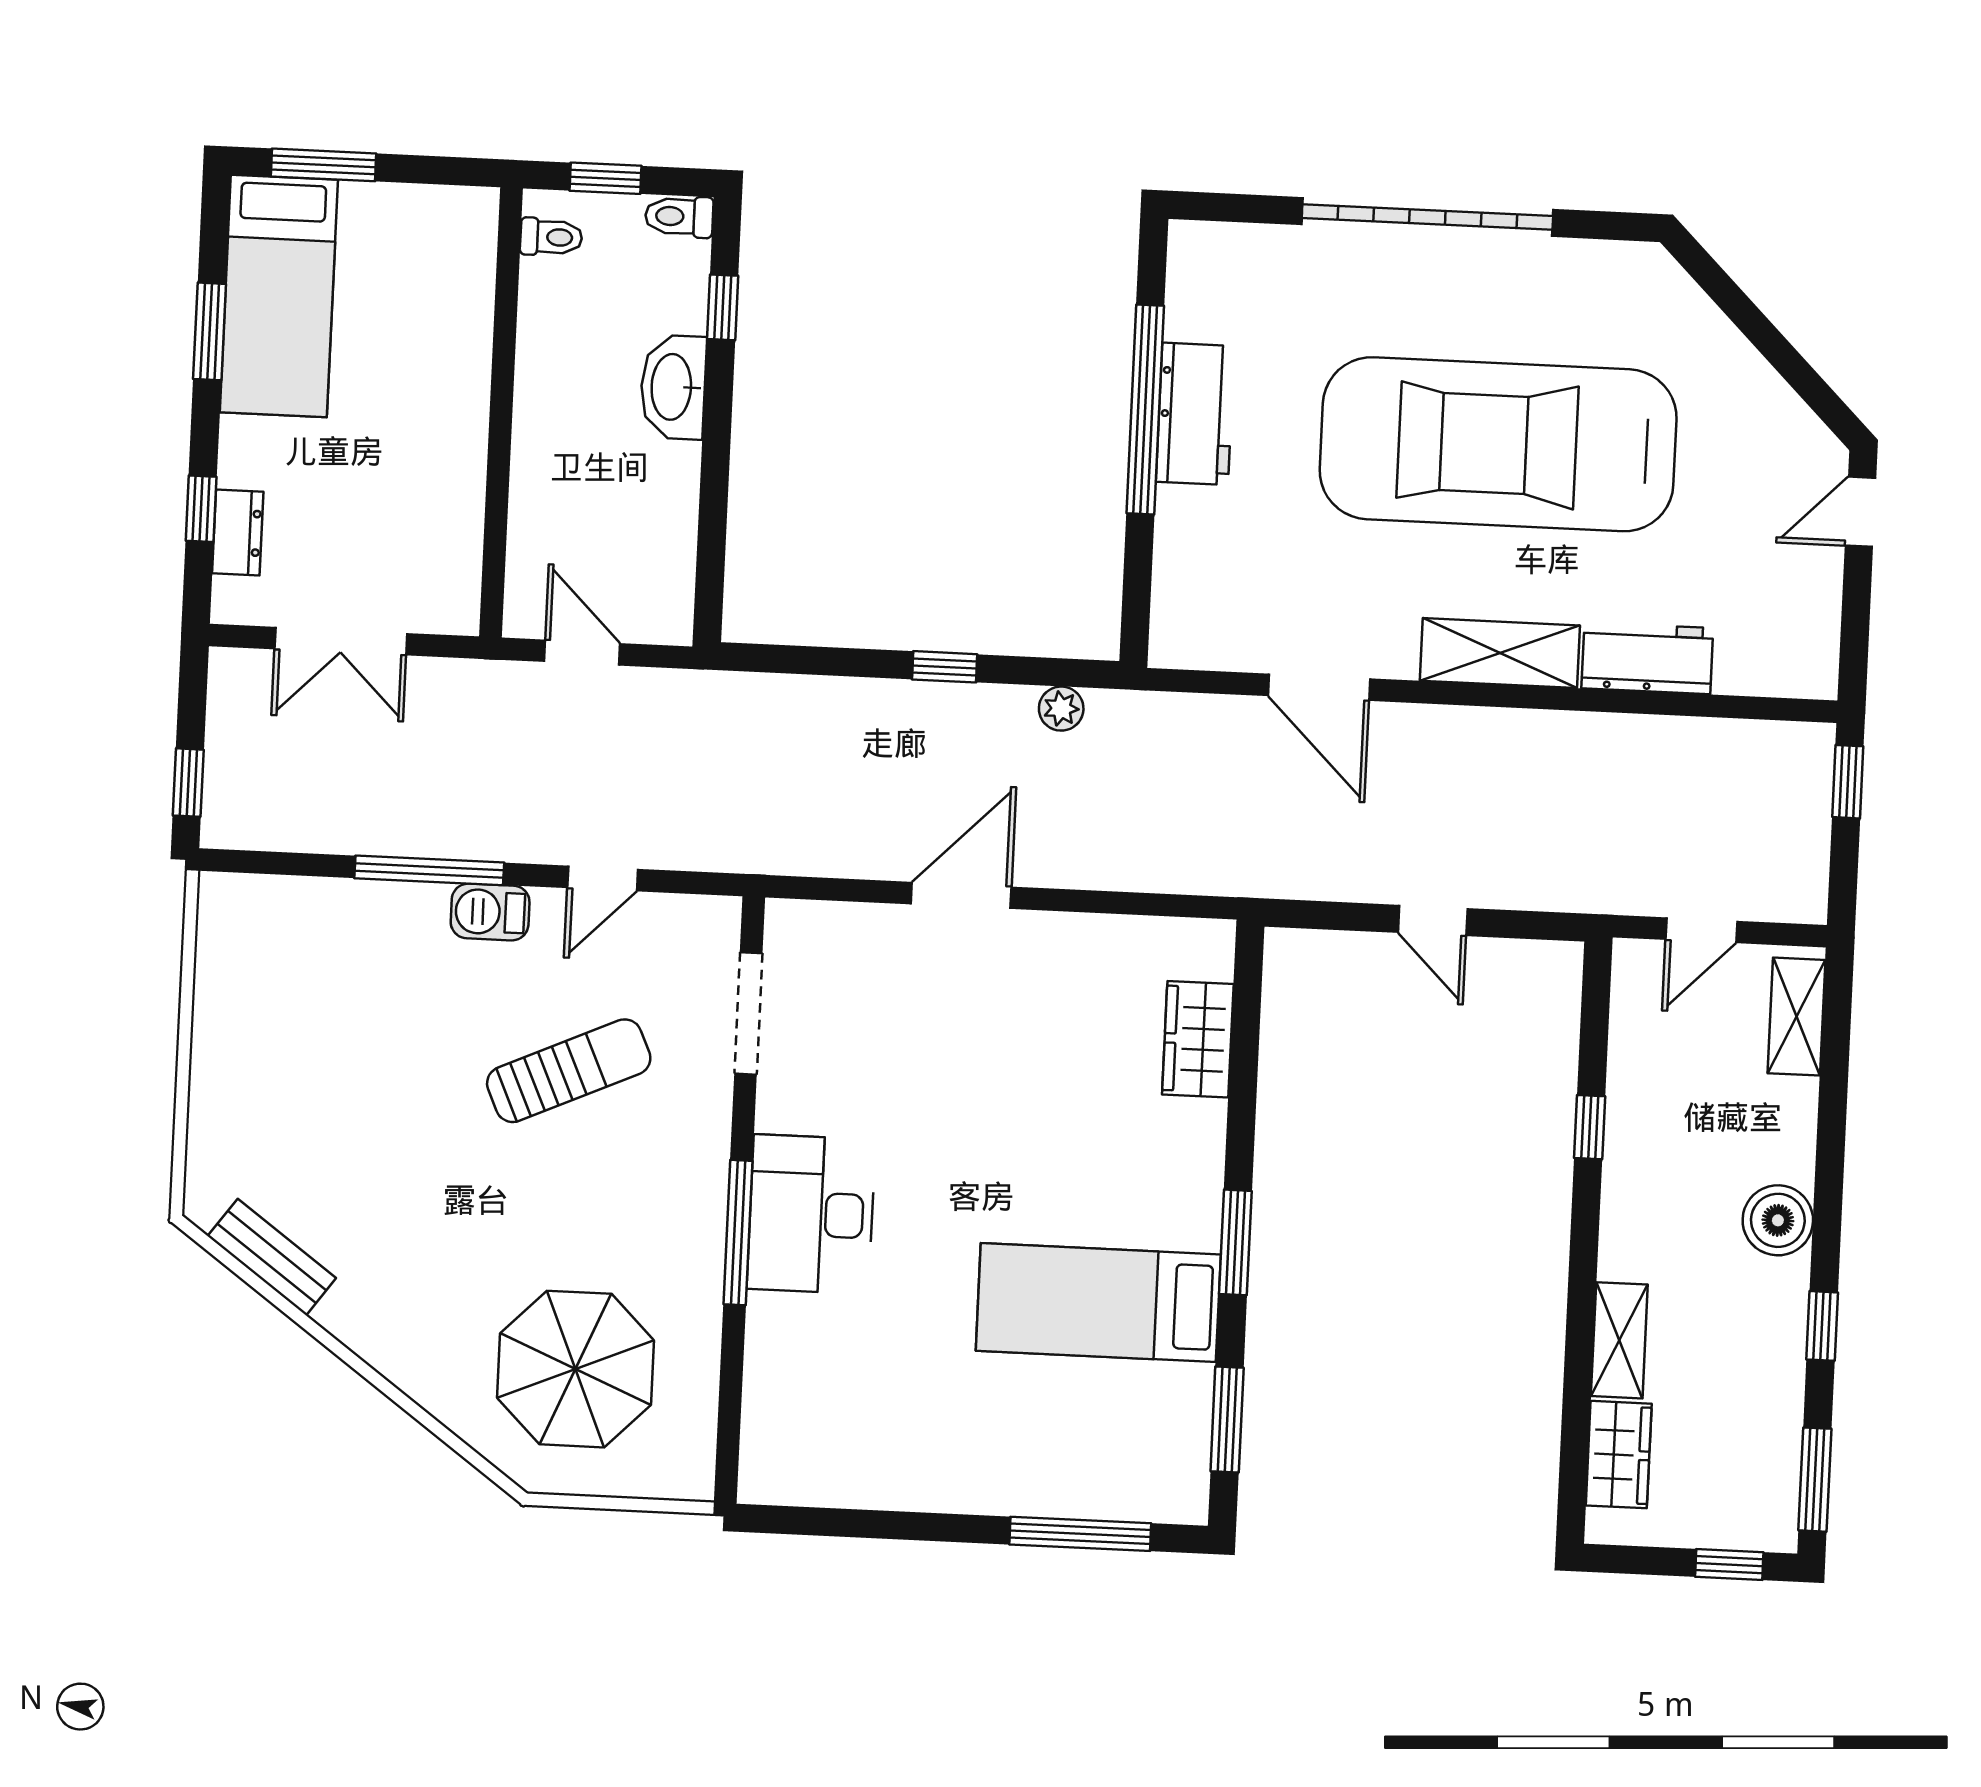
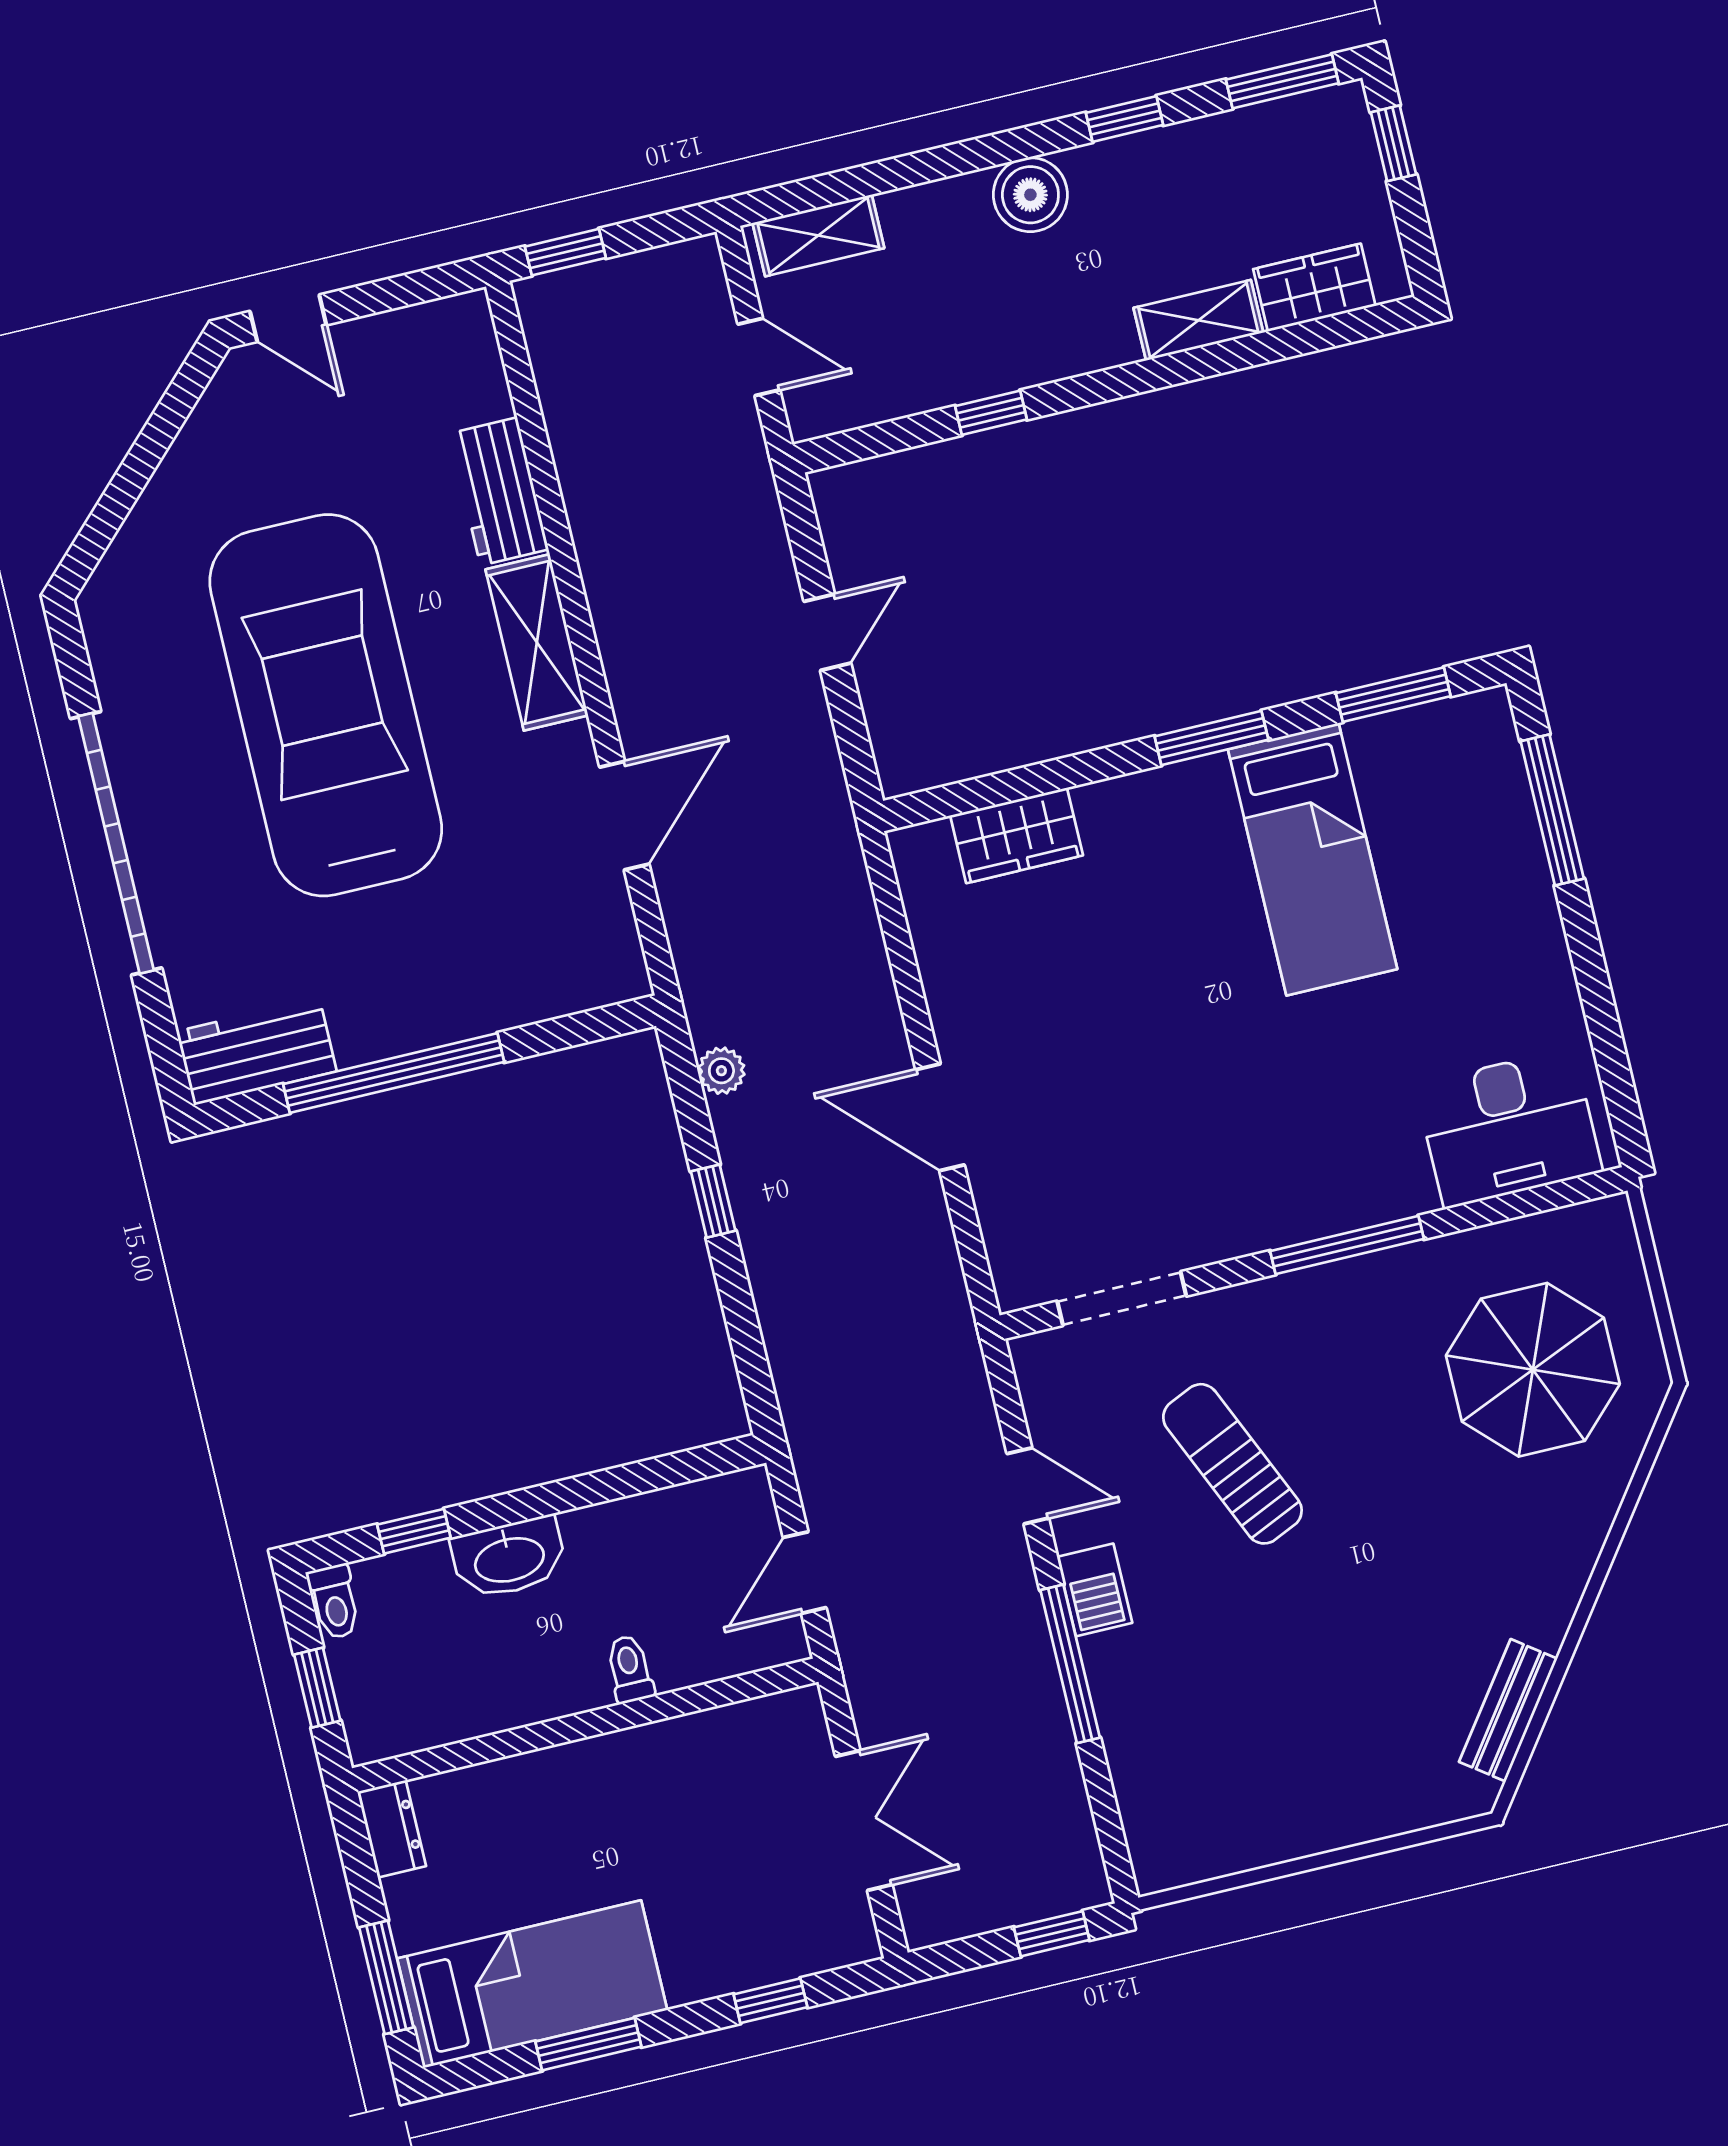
toilet: (551, 237) -> (630, 1669), moved
workbench: (1195, 414) -> (257, 1051), moved
car: (1498, 444) -> (326, 705), turned 180
dresser: (238, 533) -> (392, 1829), moved, turned 90
desk: (811, 1214) -> (1509, 1128), moved

